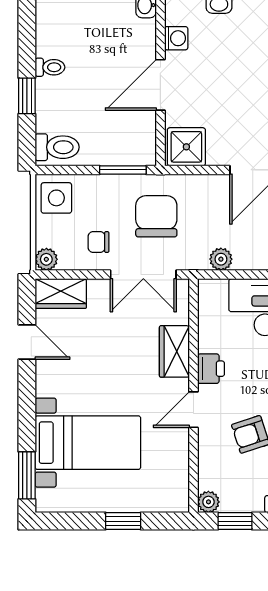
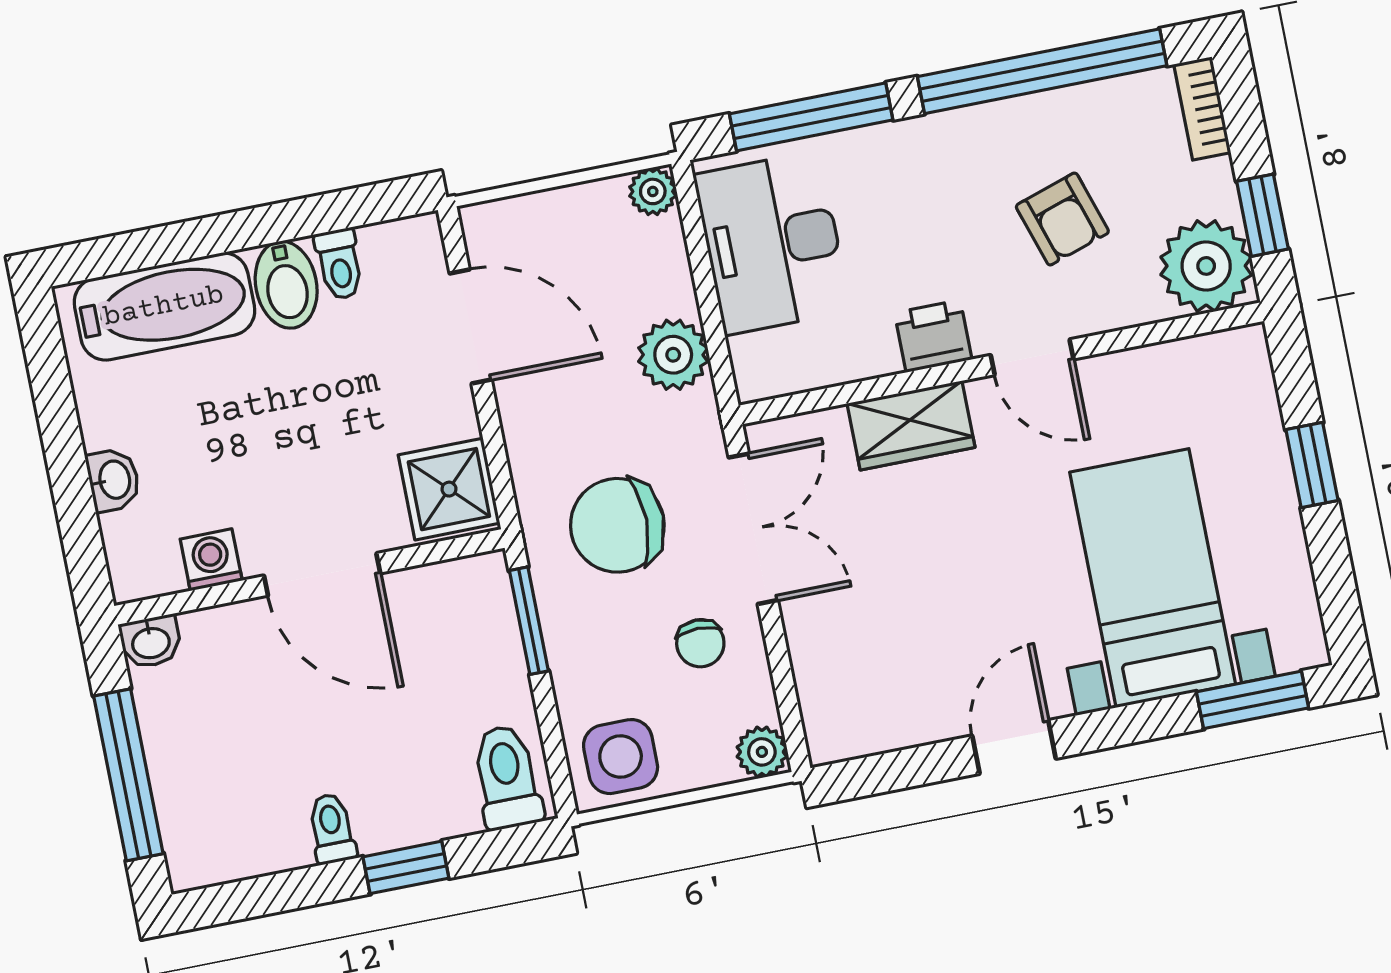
plant: (221, 259) -> (673, 355), width x1.38, depth x1.38
wardrobe: (61, 294) -> (832, 704), removed
door: (27, 342) -> (1014, 747), moved
plant: (208, 502) -> (1206, 266), width x1.88, depth x1.88

